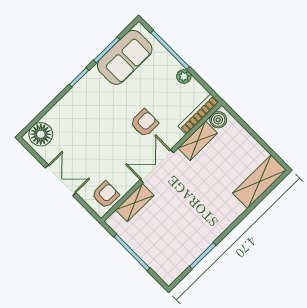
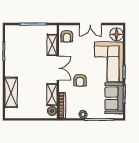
corner sofa: (85, 110) -> (109, 62), added
shelving: (259, 182) -> (11, 92), moved

